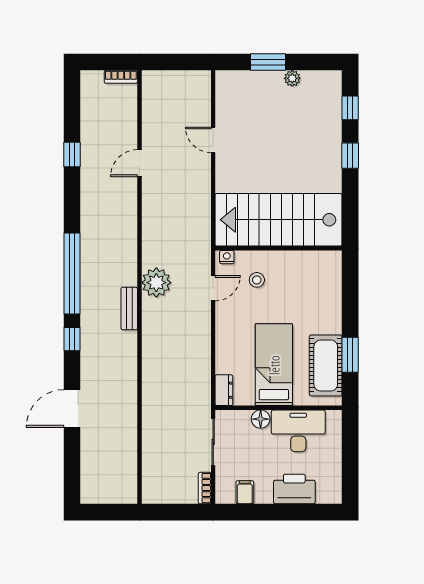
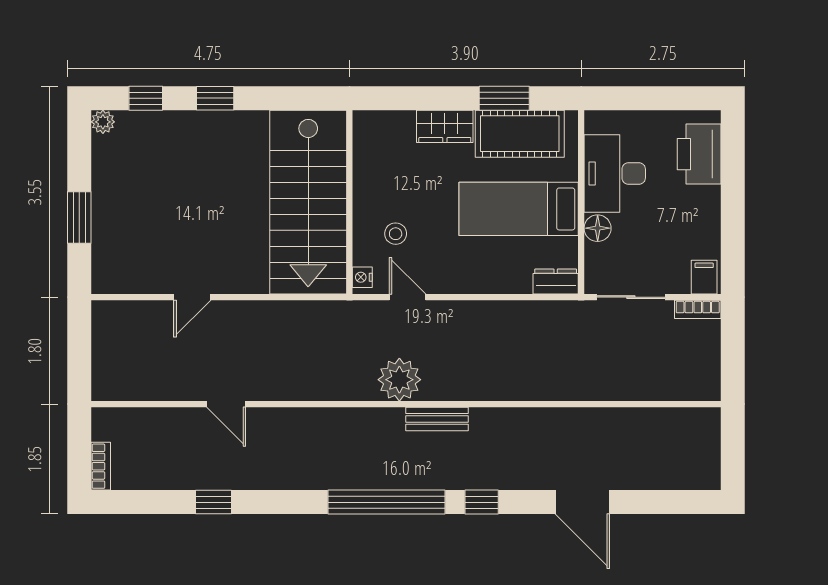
bookcase: (121, 77) -> (101, 466), moved
plant: (292, 78) -> (103, 122), moved
wardrobe: (331, 314) -> (445, 126), added
printer: (294, 489) -> (699, 154), moved
filing cabinet: (245, 492) -> (704, 277), moved, turned 90

